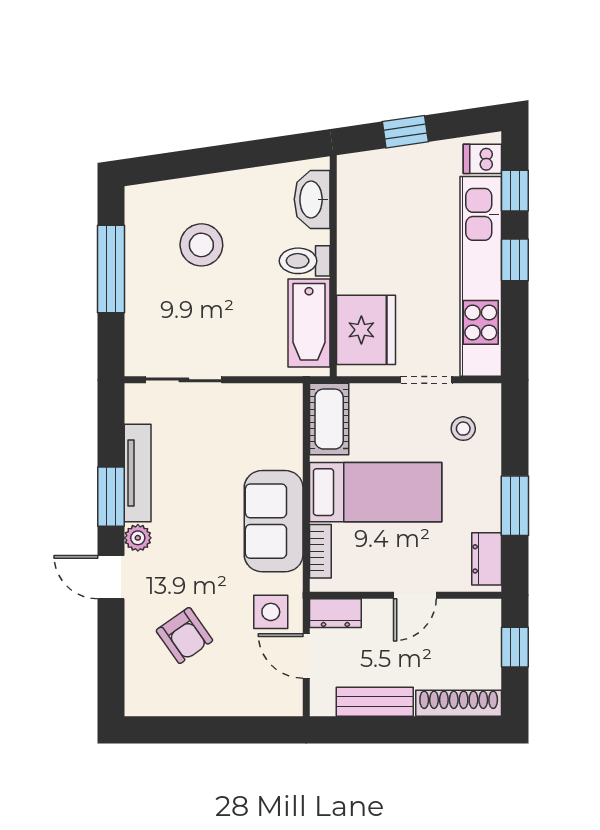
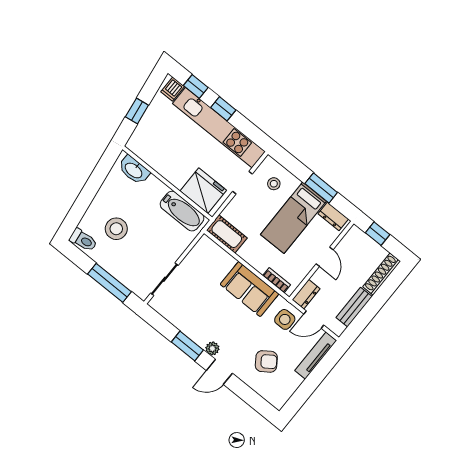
toilet: (305, 261) -> (83, 240), moved, turned -98
window: (111, 269) -> (110, 283), moved
tv unit: (138, 473) -> (316, 356), moved, turned -90
bed: (376, 492) -> (293, 218), moved, turned 180

